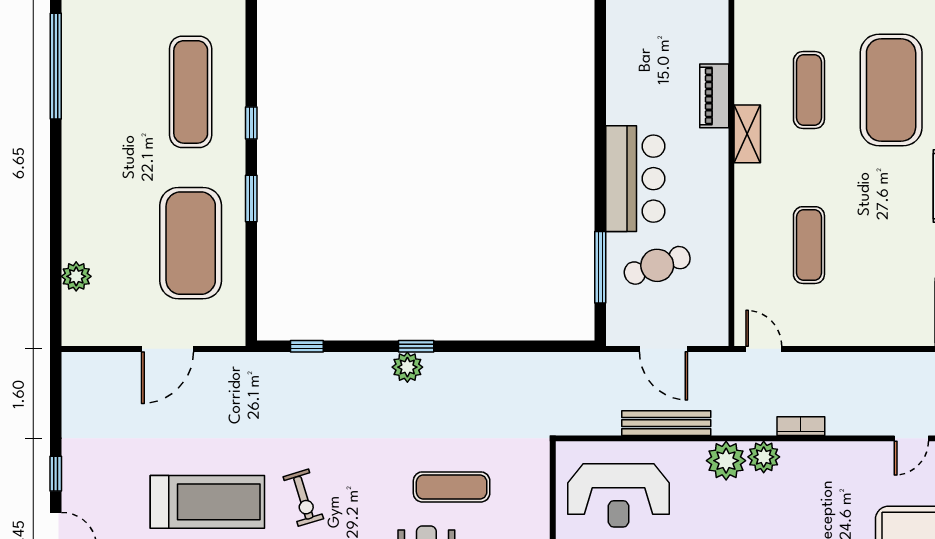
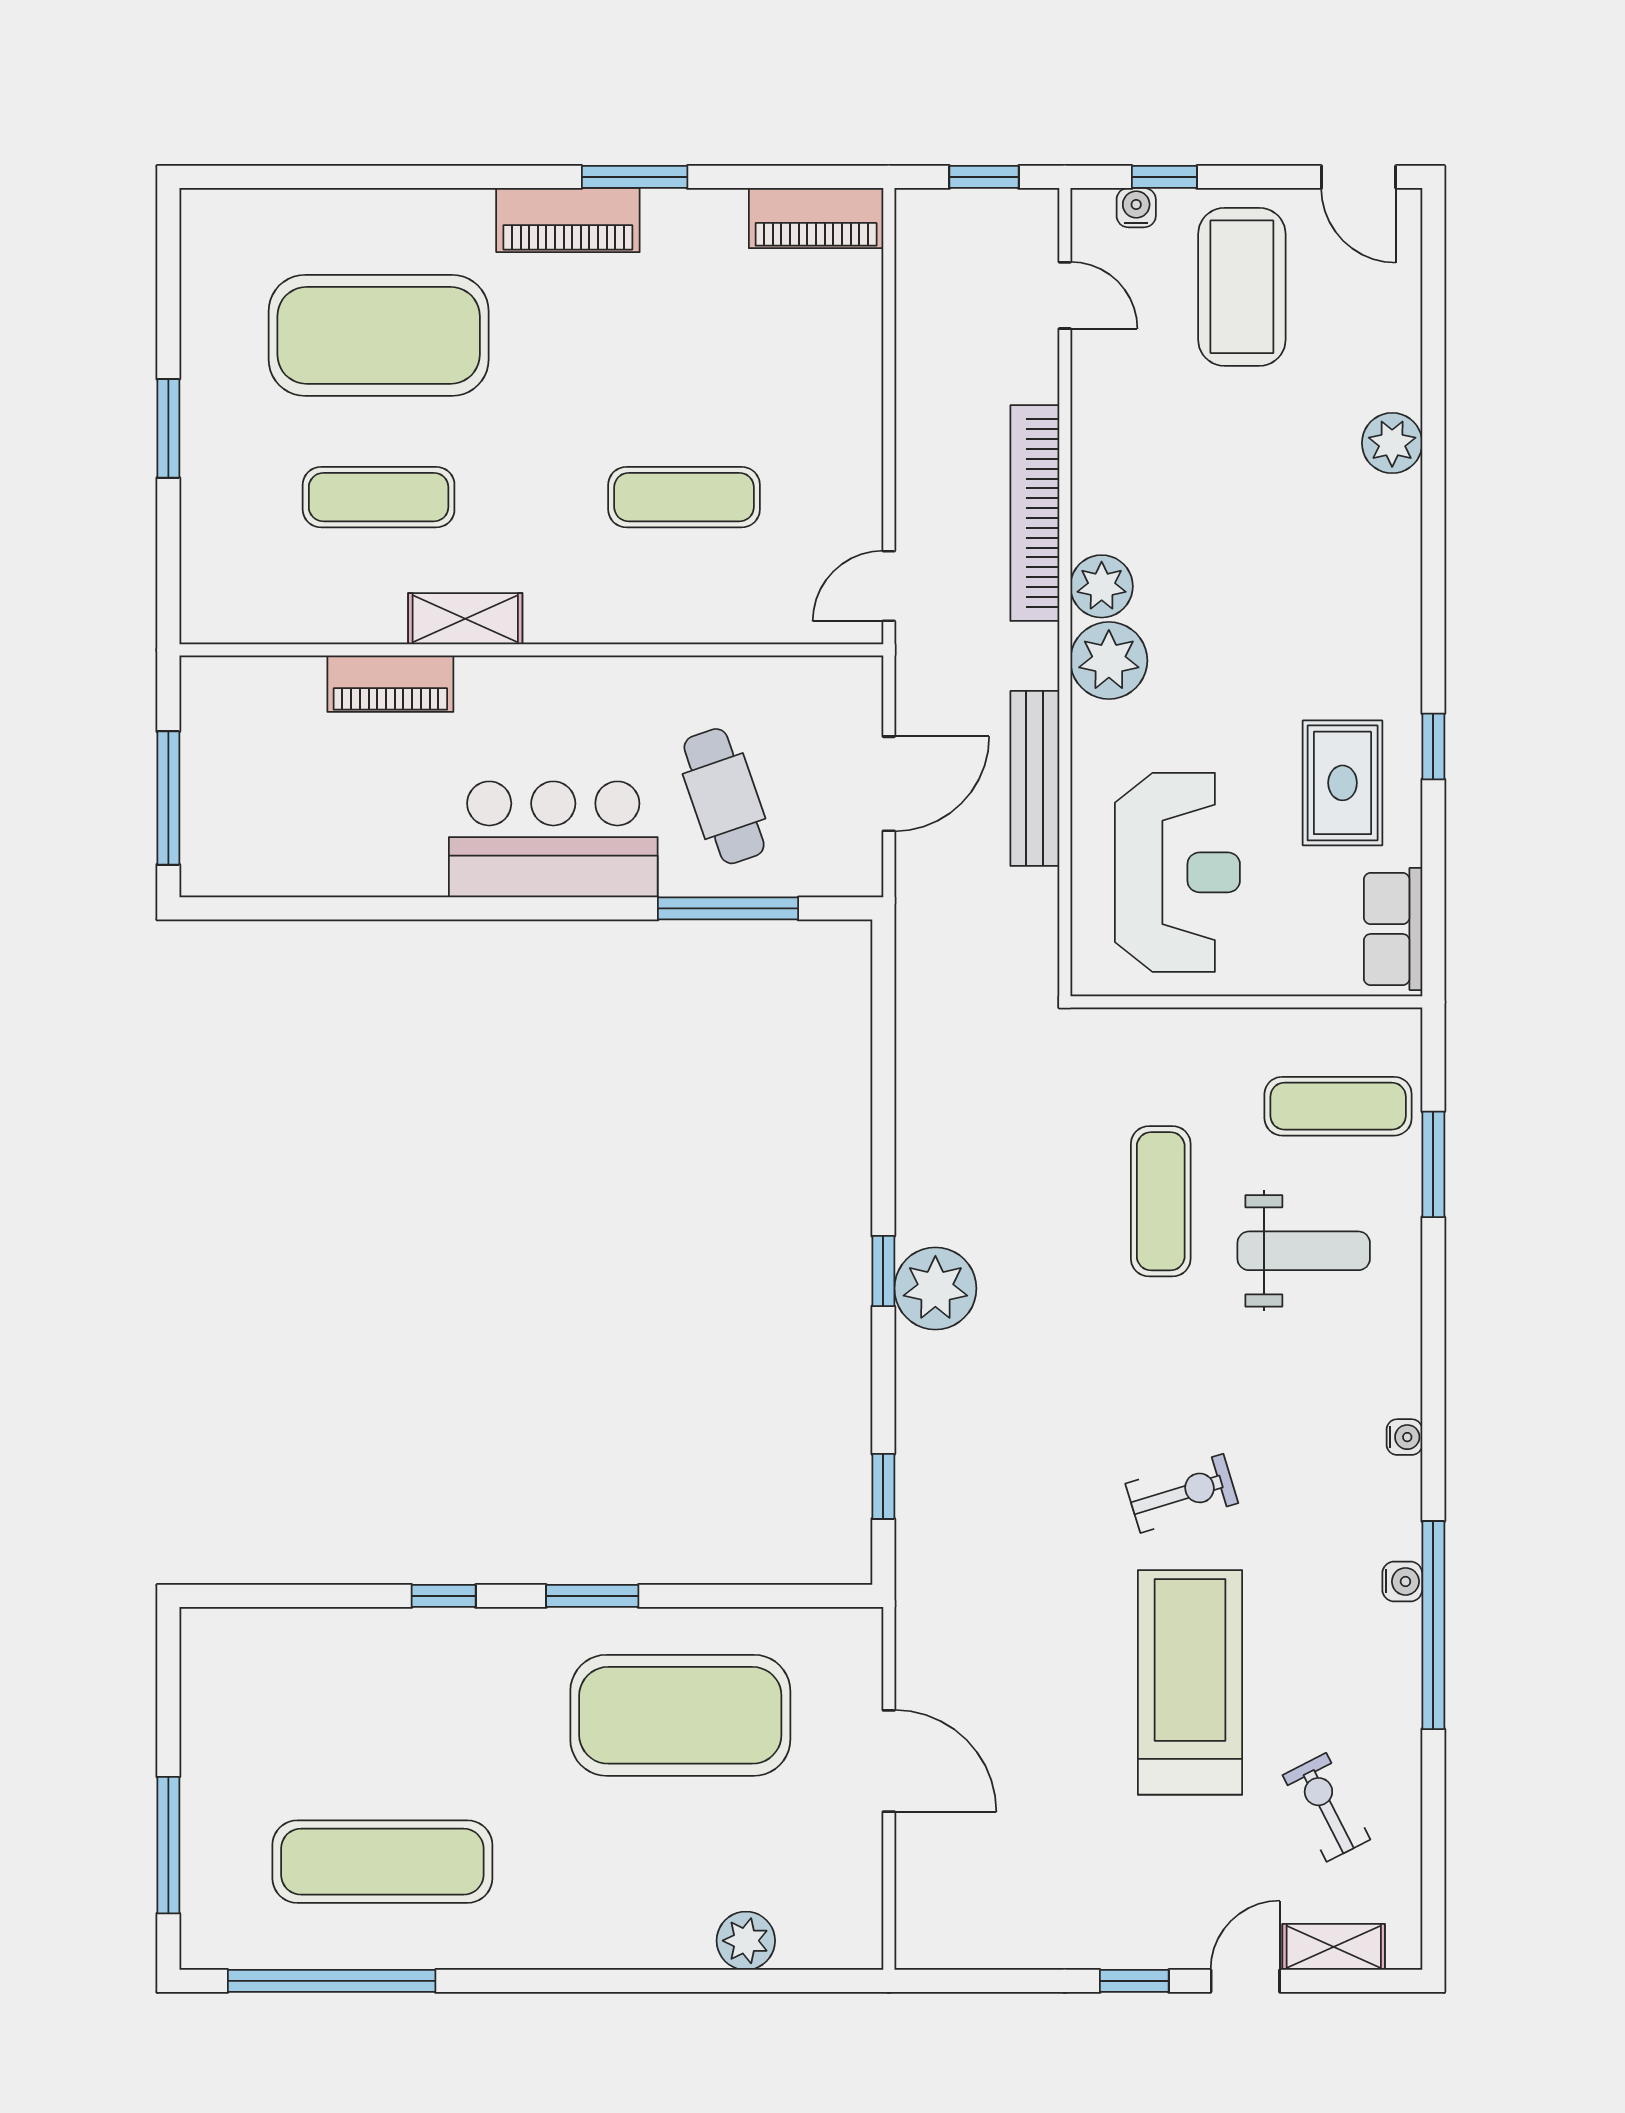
exercise mat: (191, 92) -> (382, 1862), moved
plant: (407, 367) -> (935, 1288), width x1.36, depth x1.36
bookcase: (801, 426) -> (1035, 513), width x2.31, depth x1.31

